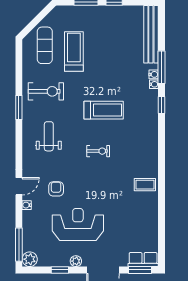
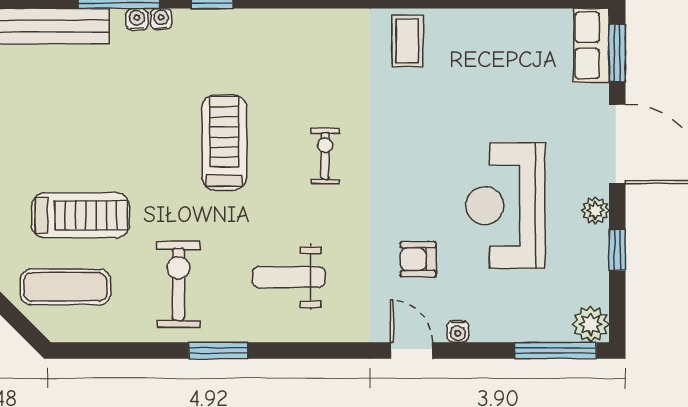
treadmill: (74, 51) -> (80, 215), turned 180

